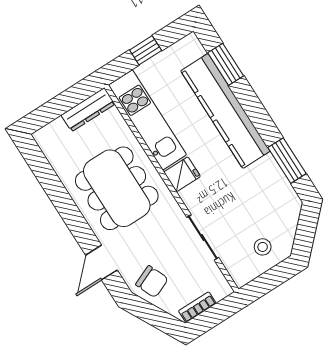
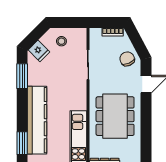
fridge: (182, 174) -> (39, 51), moved, turned -135

